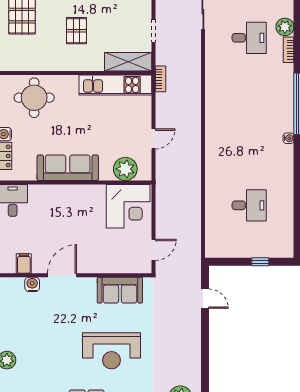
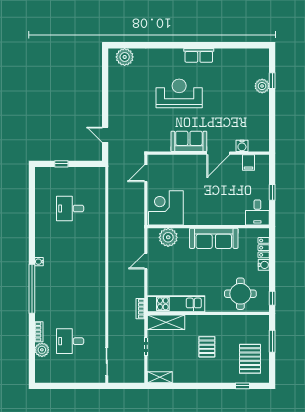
sofa: (120, 290) -> (189, 141), moved

